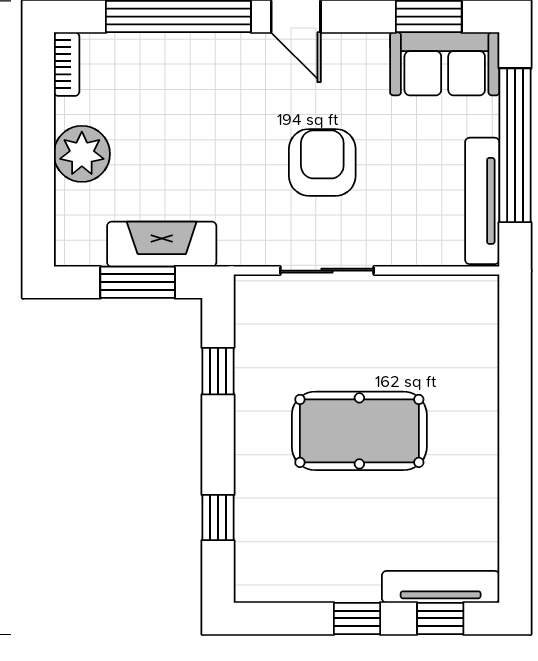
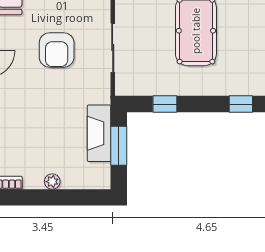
plant: (82, 154) -> (52, 182), width x0.53, depth x0.53
armchair: (322, 162) -> (57, 50), turned -90

